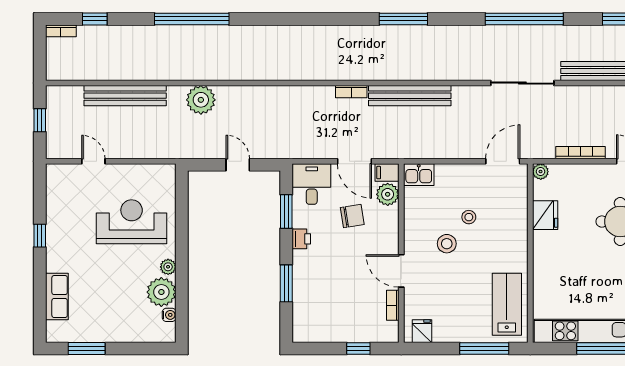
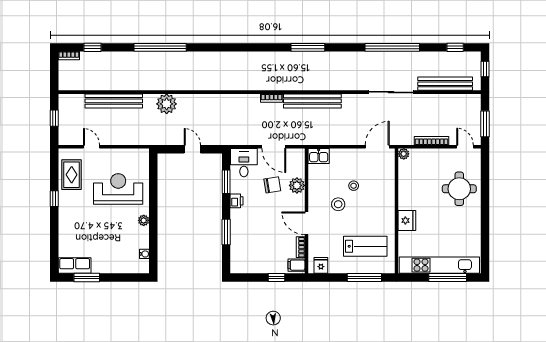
filing cabinet: (387, 173) -> (296, 265), moved
plant: (388, 194) -> (297, 185), moved
rug: (65, 201) -> (72, 175), added
fridge: (545, 215) -> (407, 220), moved
plant: (161, 292) -> (139, 238), removed
row of seats: (57, 297) -> (75, 266), moved, turned -90
lab bench: (507, 304) -> (365, 246), moved, turned 90

